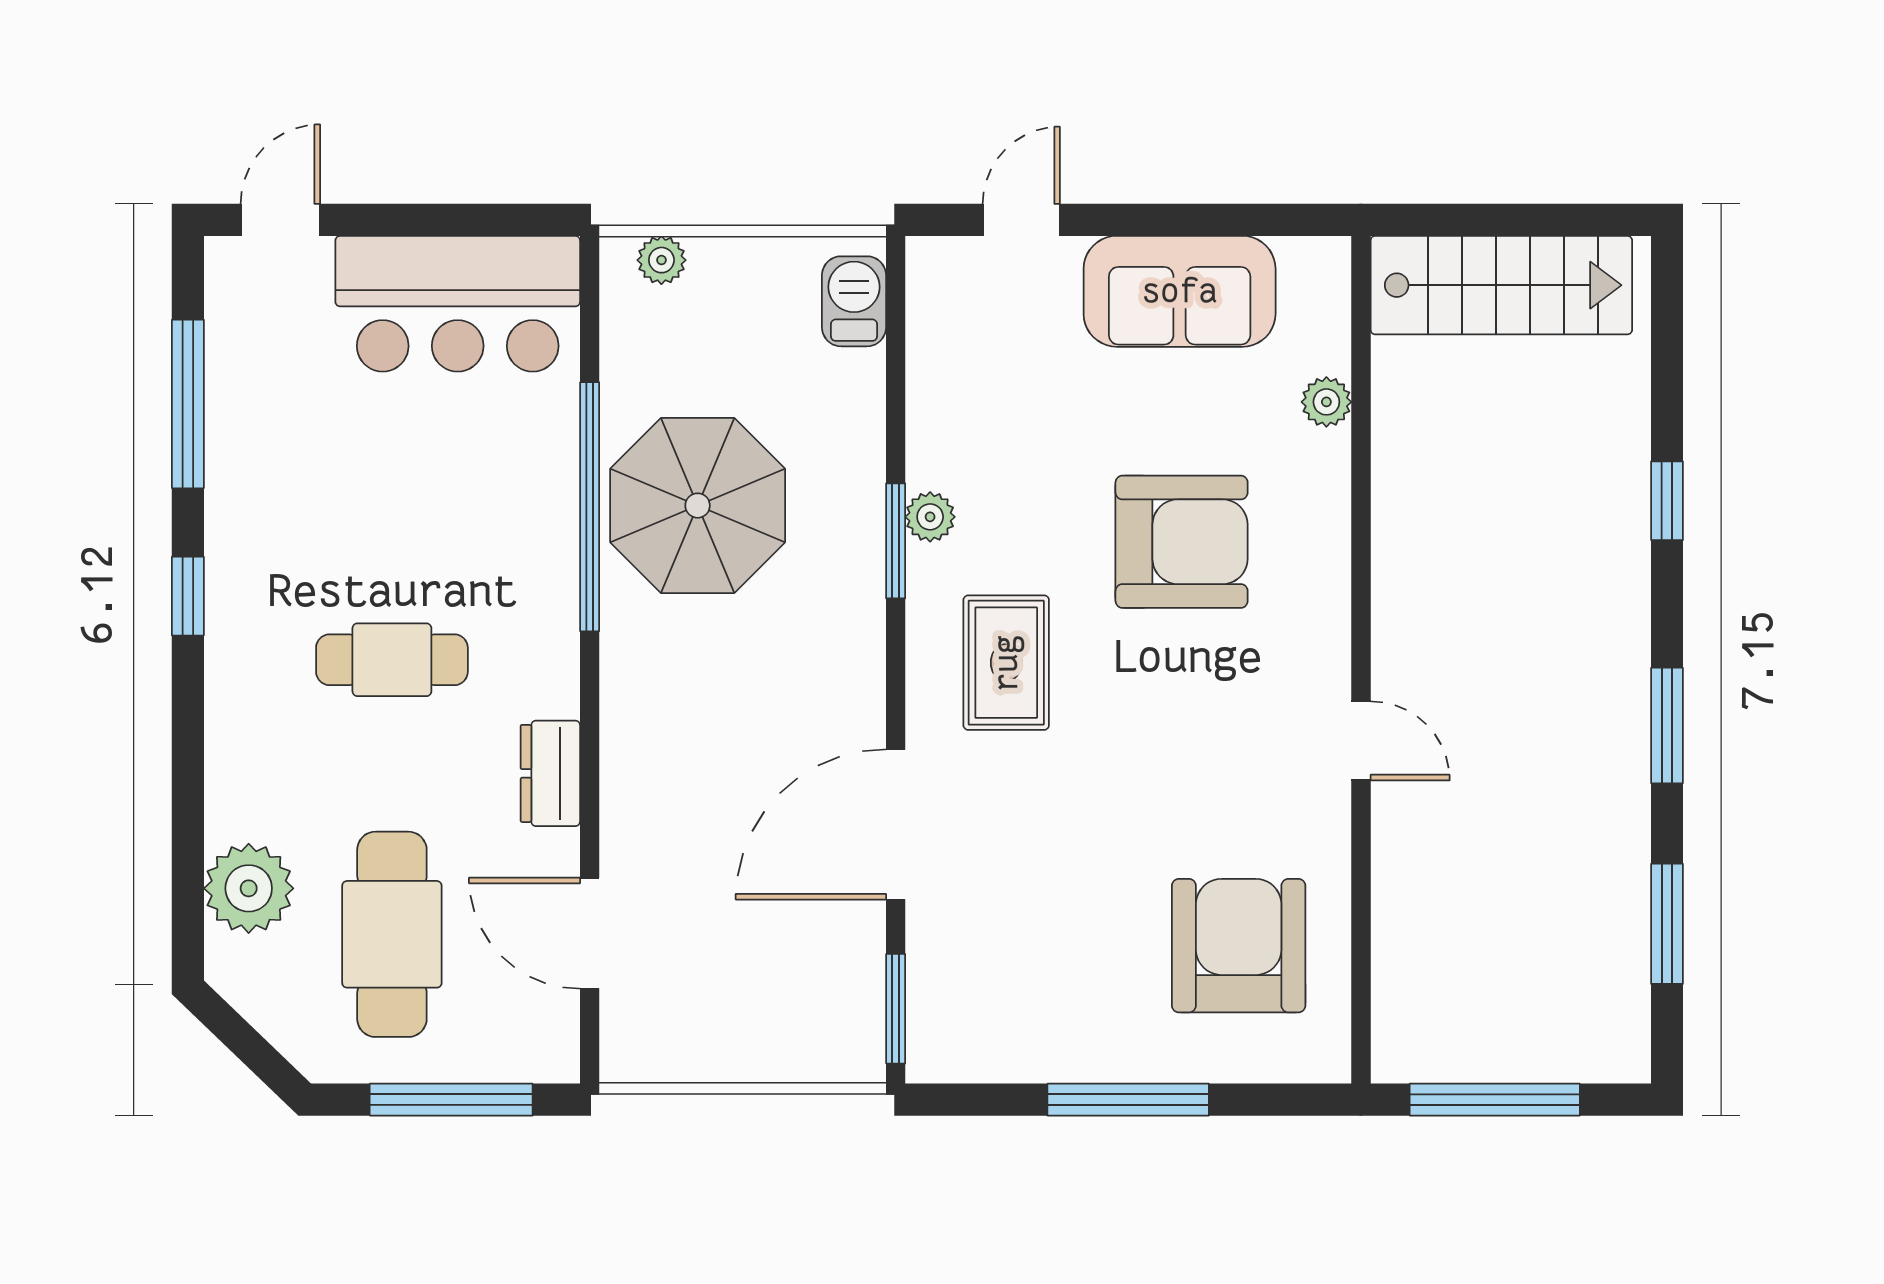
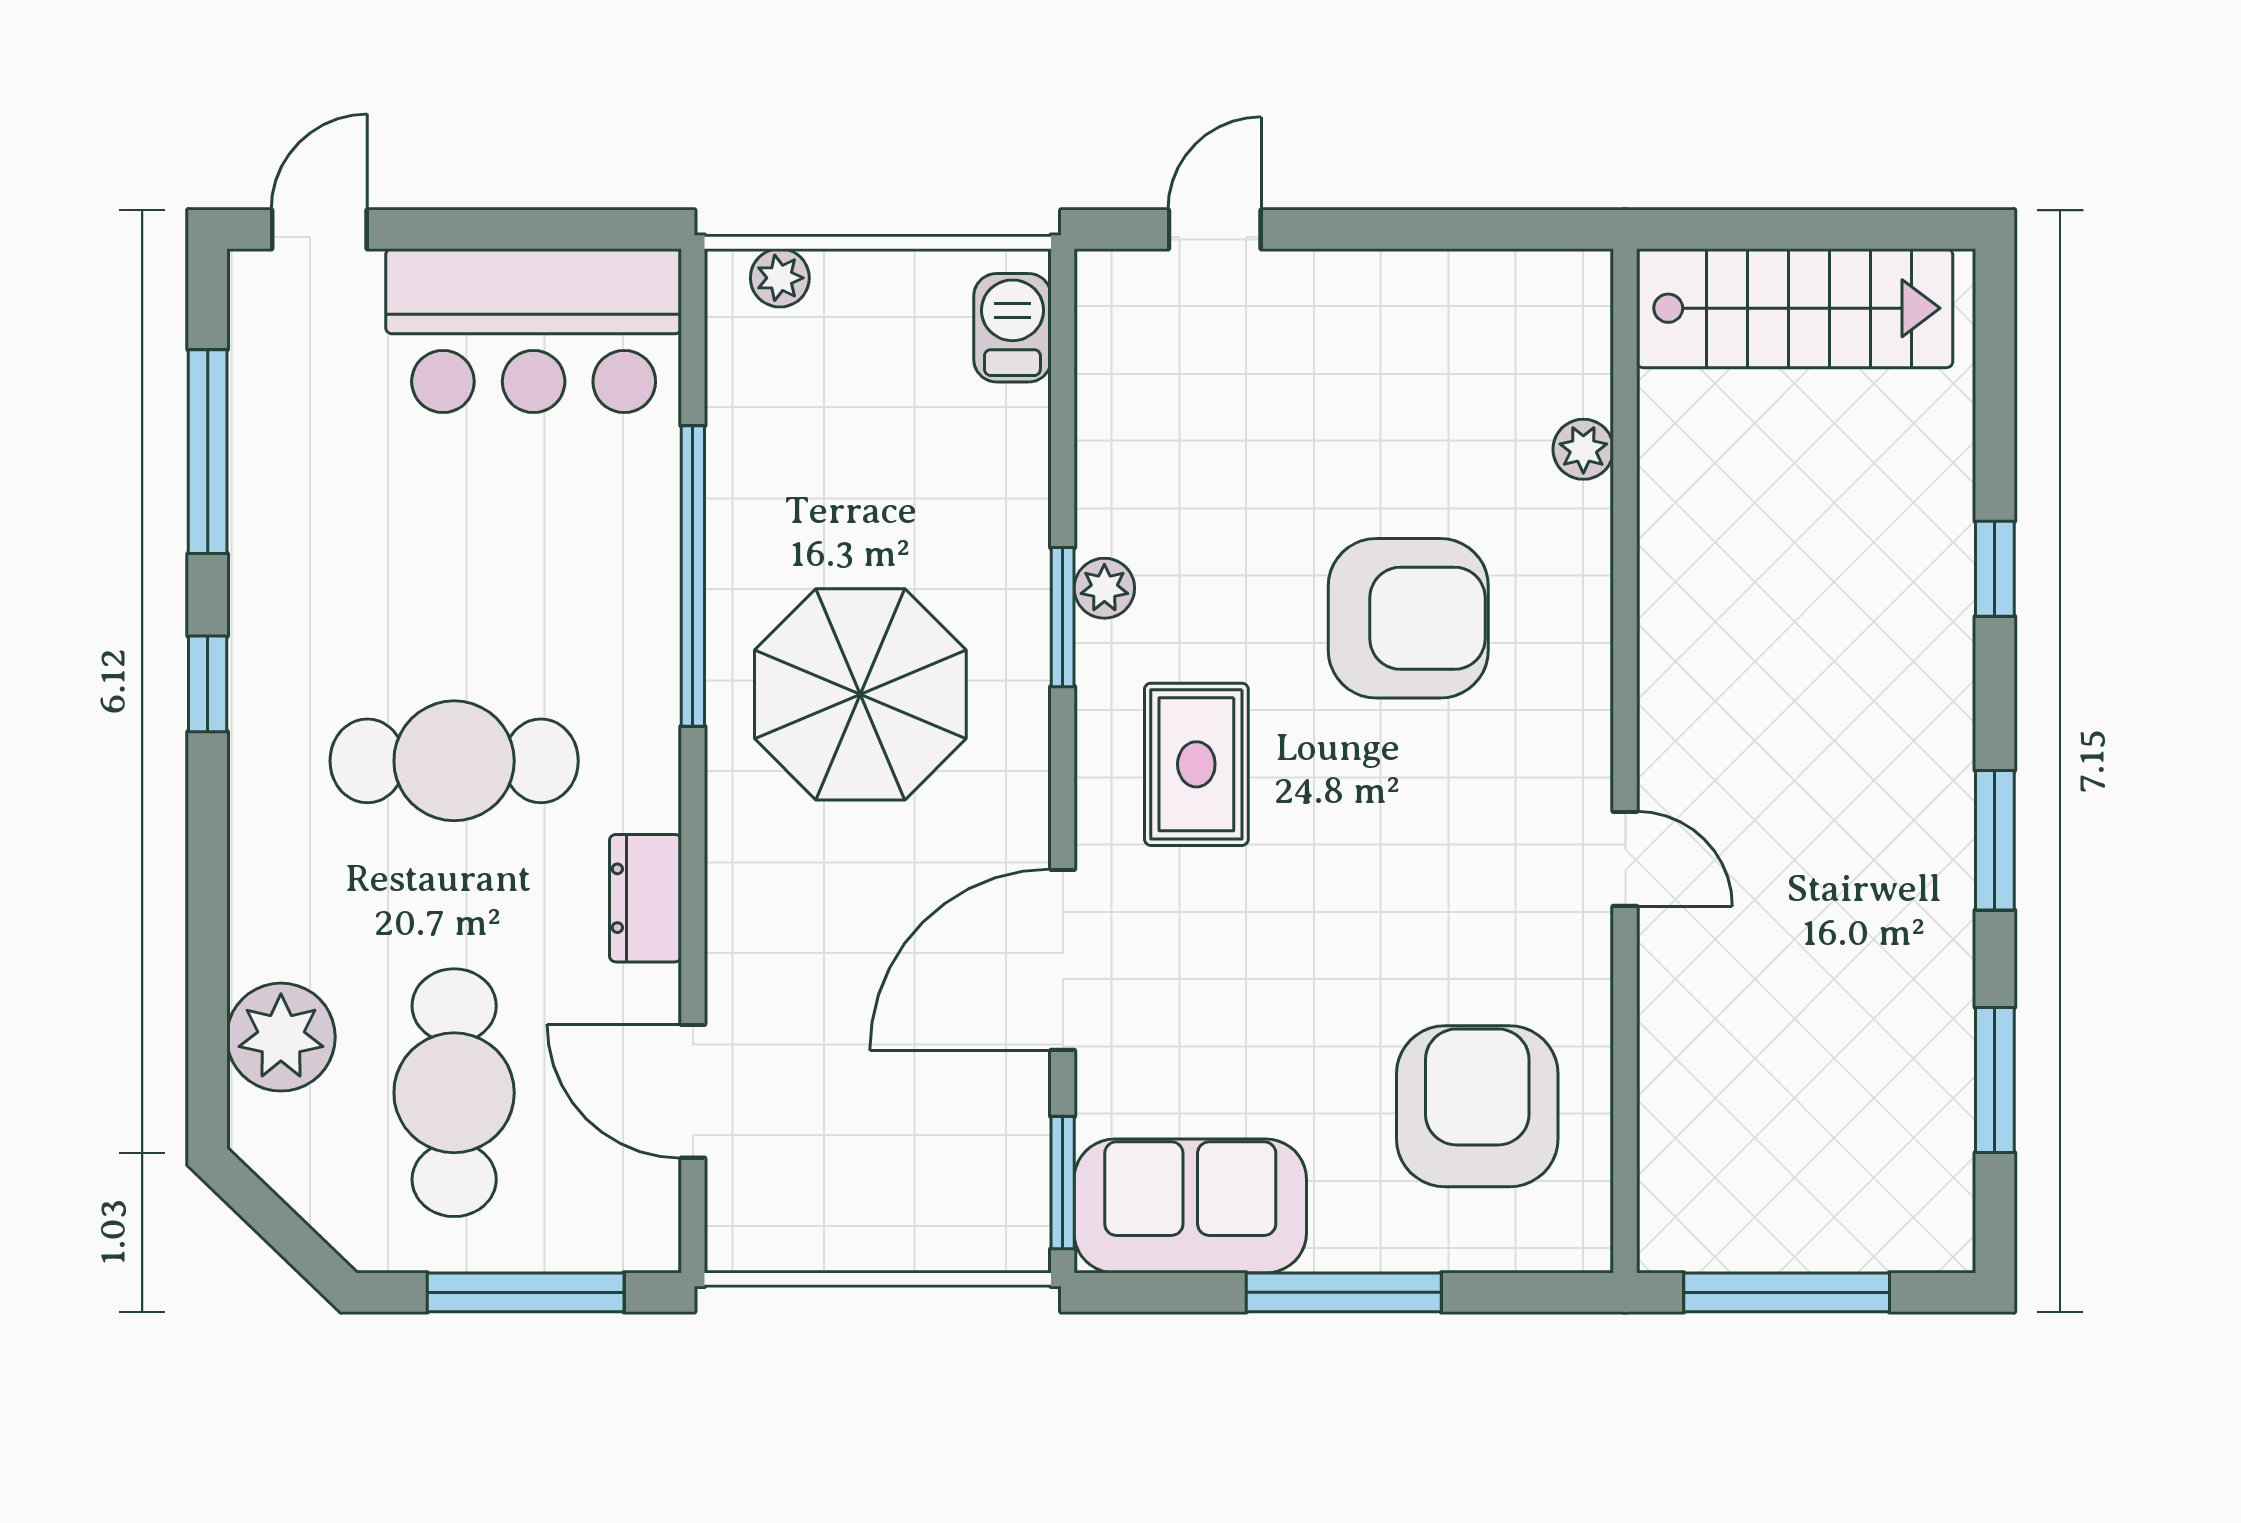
sofa: (1180, 291) -> (1190, 1206), moved, turned 180
parasol: (698, 506) -> (860, 694), moved
cafe table: (392, 660) -> (454, 761), width x1.37, depth x1.35

